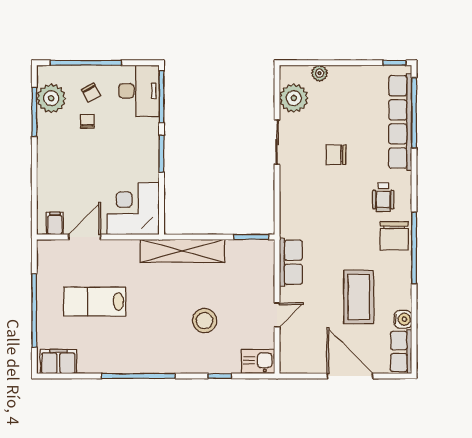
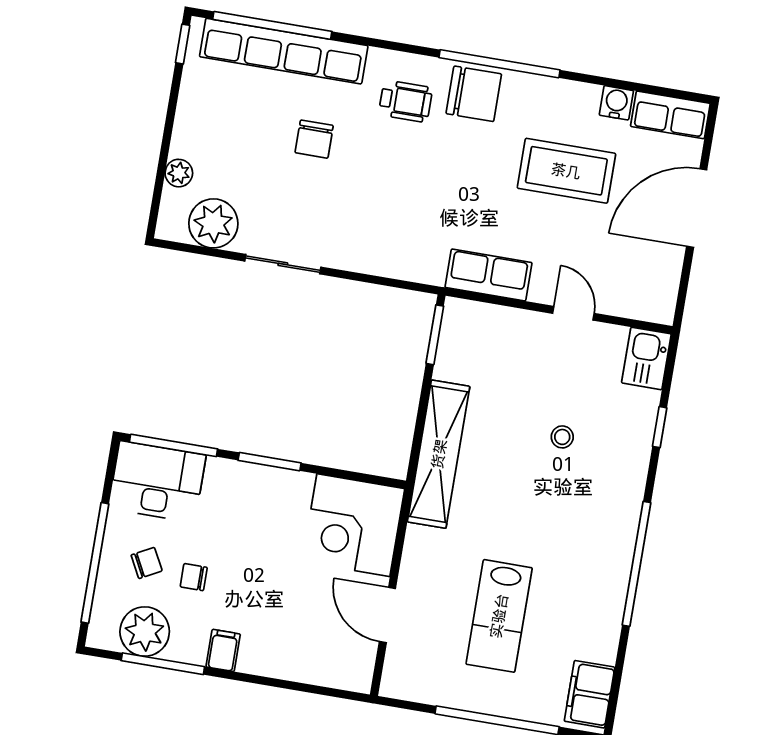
chair: (336, 155) -> (314, 139), moved
filing cabinet: (55, 223) -> (223, 650), moved, turned 90
stool: (204, 321) -> (562, 437), width x0.53, depth x0.53

